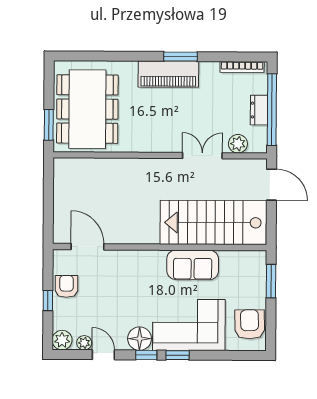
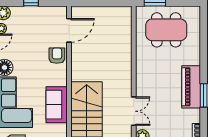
dining table: (87, 109) -> (166, 30), width x0.73, depth x0.80
armchair: (66, 286) -> (57, 56), moved, turned -90

